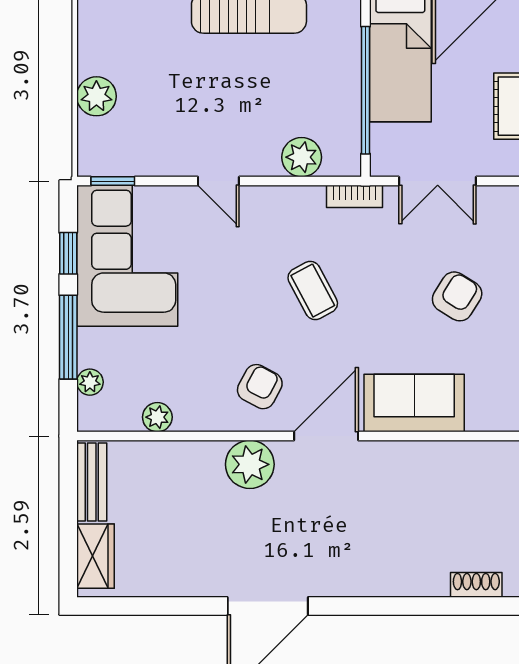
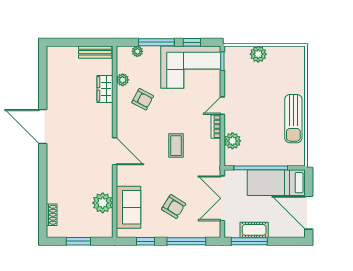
double door: (438, 181) -> (222, 198), width x1.37
bookcase: (354, 196) -> (216, 127), moved
coffee table: (313, 291) -> (176, 146), turned -62
armchair: (260, 387) -> (143, 99), moved
sofa: (414, 403) -> (129, 207), moved
plant: (250, 464) -> (103, 203), moved
wardrobe: (95, 556) -> (105, 89), moved, turned 90

